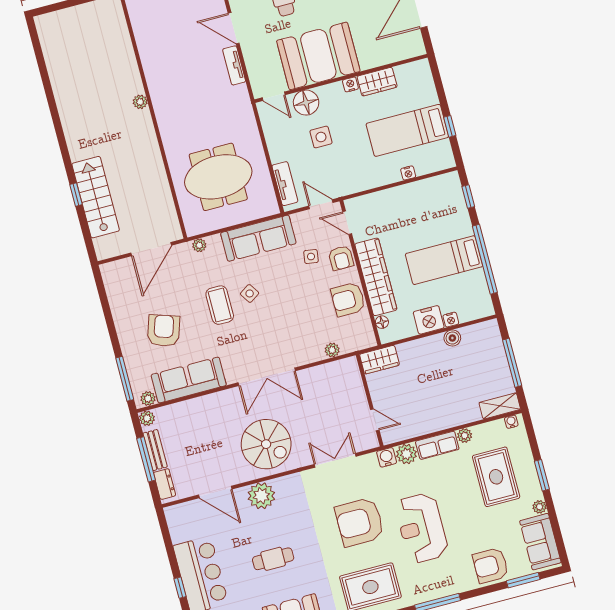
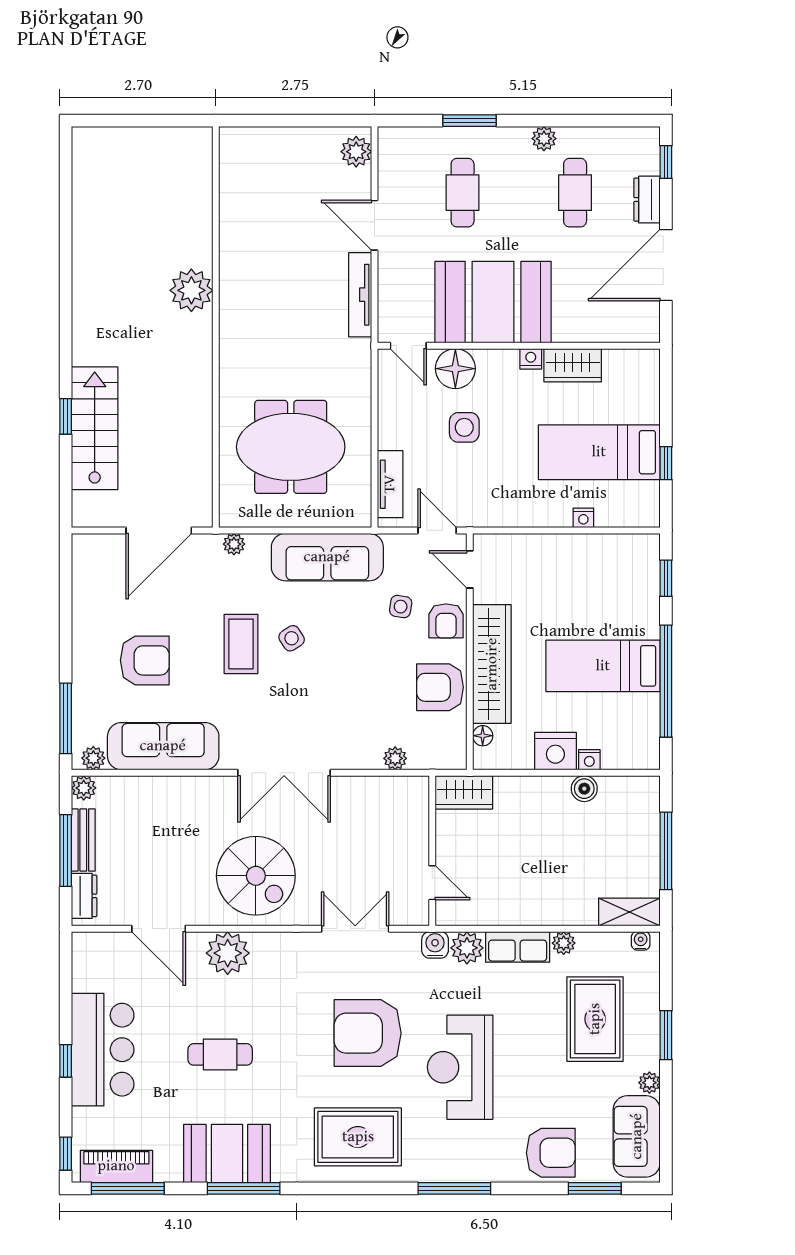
tv unit: (234, 65) -> (360, 295), width x1.41
plant: (140, 102) -> (191, 290), width x1.88, depth x1.88
armchair: (164, 331) -> (145, 660), turned 72
armchair: (491, 565) -> (551, 1153), turned 180

